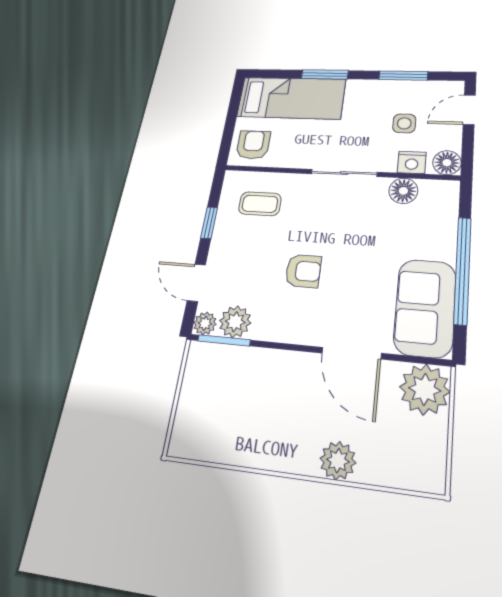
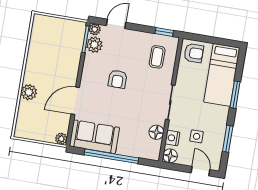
window: (209, 223) -> (164, 32), moved
plant: (425, 389) -> (61, 139), width x0.53, depth x0.53

